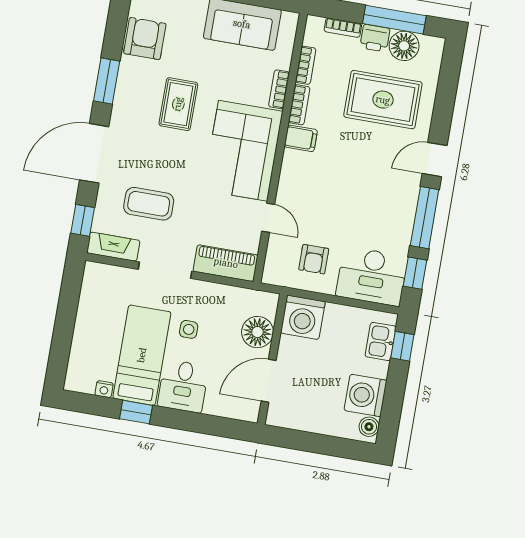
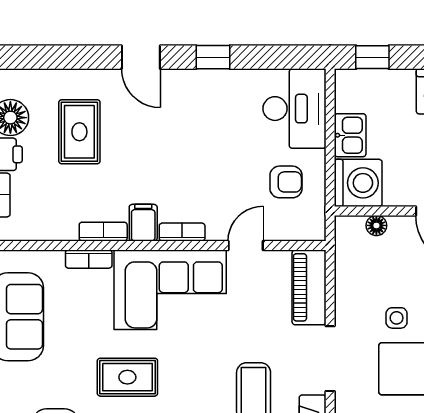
bookcase: (306, 65) -> (182, 232), moved
rug: (383, 100) -> (79, 132), width x0.73, depth x0.70
window: (425, 218) -> (213, 57), width x0.46
window: (415, 273) -> (282, 57), removed
floor lamp: (257, 332) -> (376, 225), width x0.53, depth x0.53
kitchen sink: (381, 341) -> (350, 135), moved, turned -90

